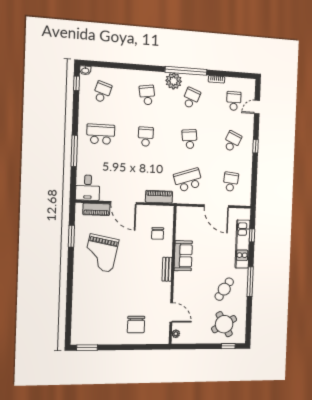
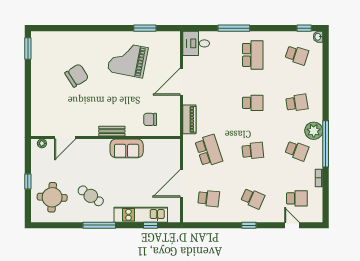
piano: (96, 209) -> (174, 53), removed
round table: (224, 324) -> (52, 197), turned 32
chair: (136, 325) -> (77, 75), moved, turned 148
window: (228, 346) -> (28, 181), moved

